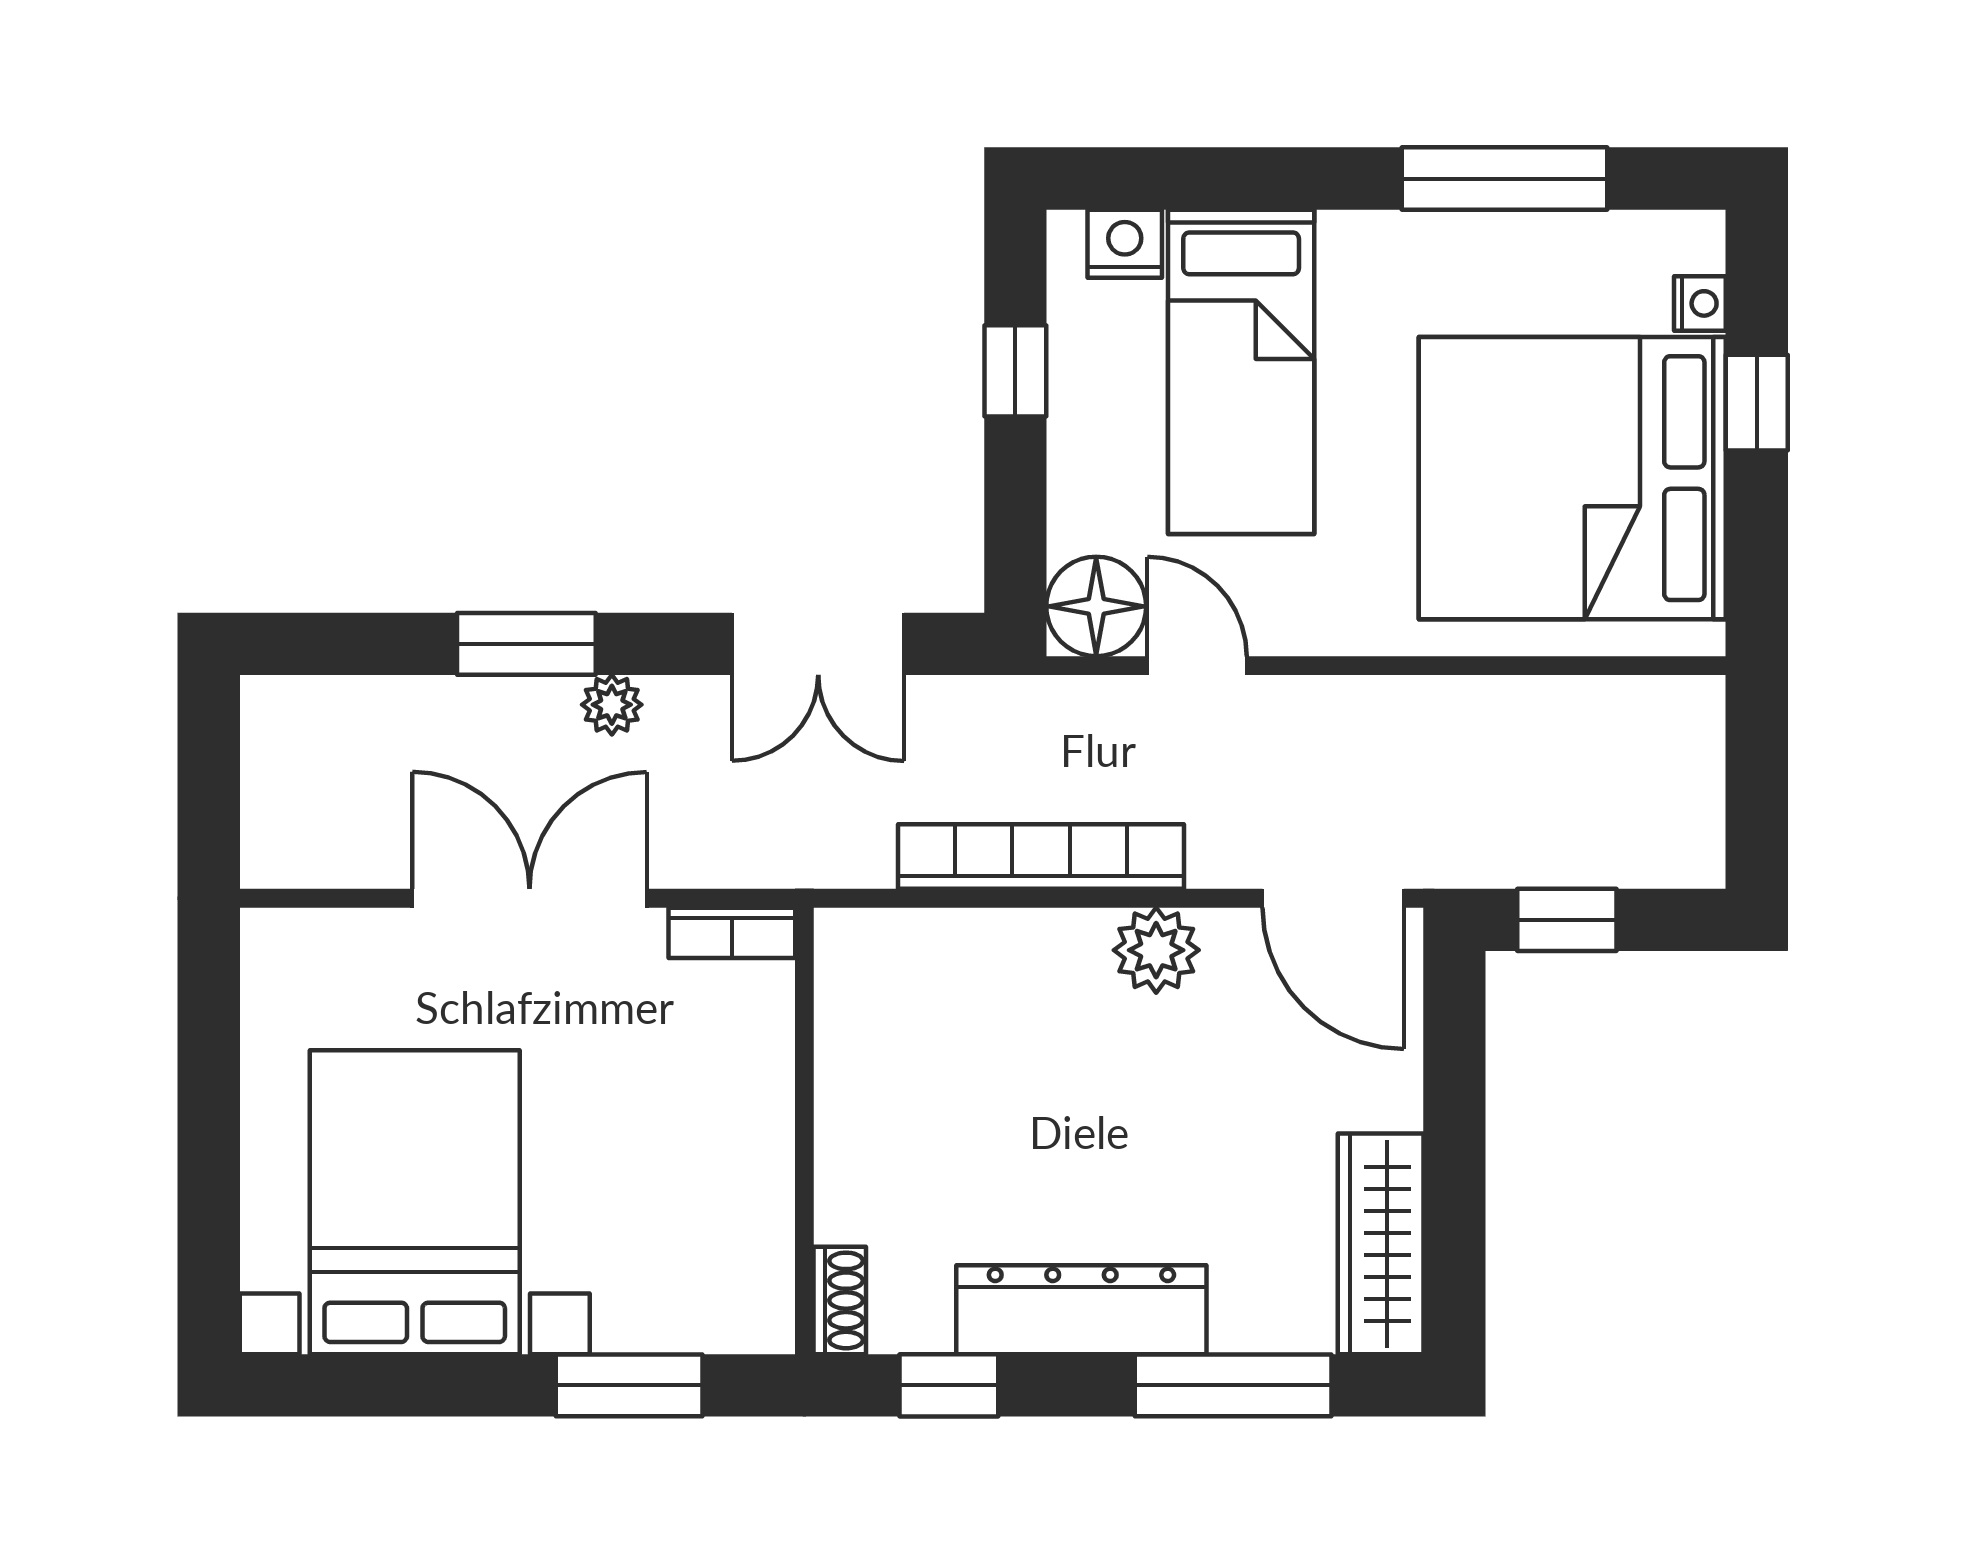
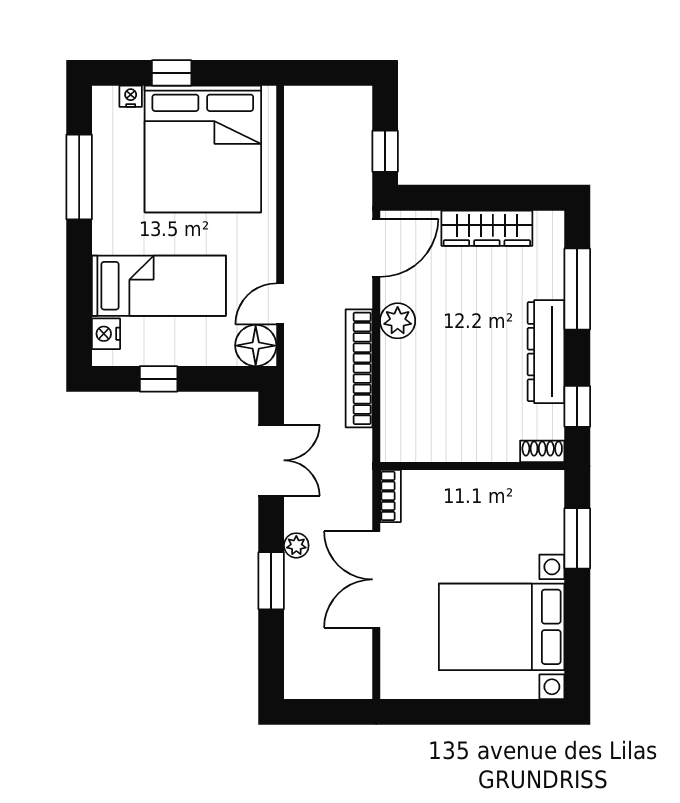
wardrobe: (1381, 1244) -> (487, 228), moved

